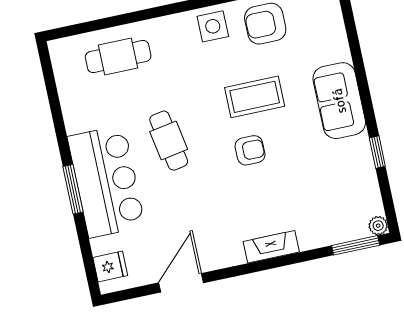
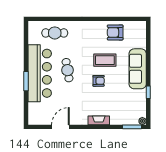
side table: (213, 26) -> (94, 29), removed
sofa: (339, 101) -> (138, 69), width x1.36
bar counter: (106, 181) -> (40, 73), width x1.36
fridge: (110, 266) -> (34, 115), removed

